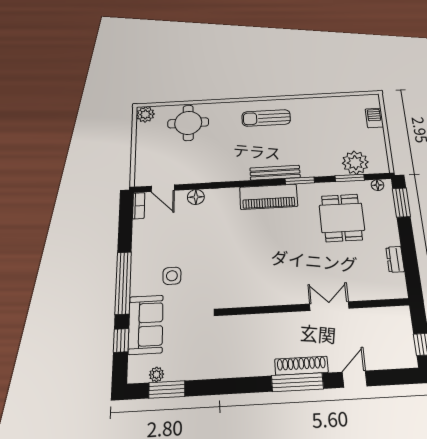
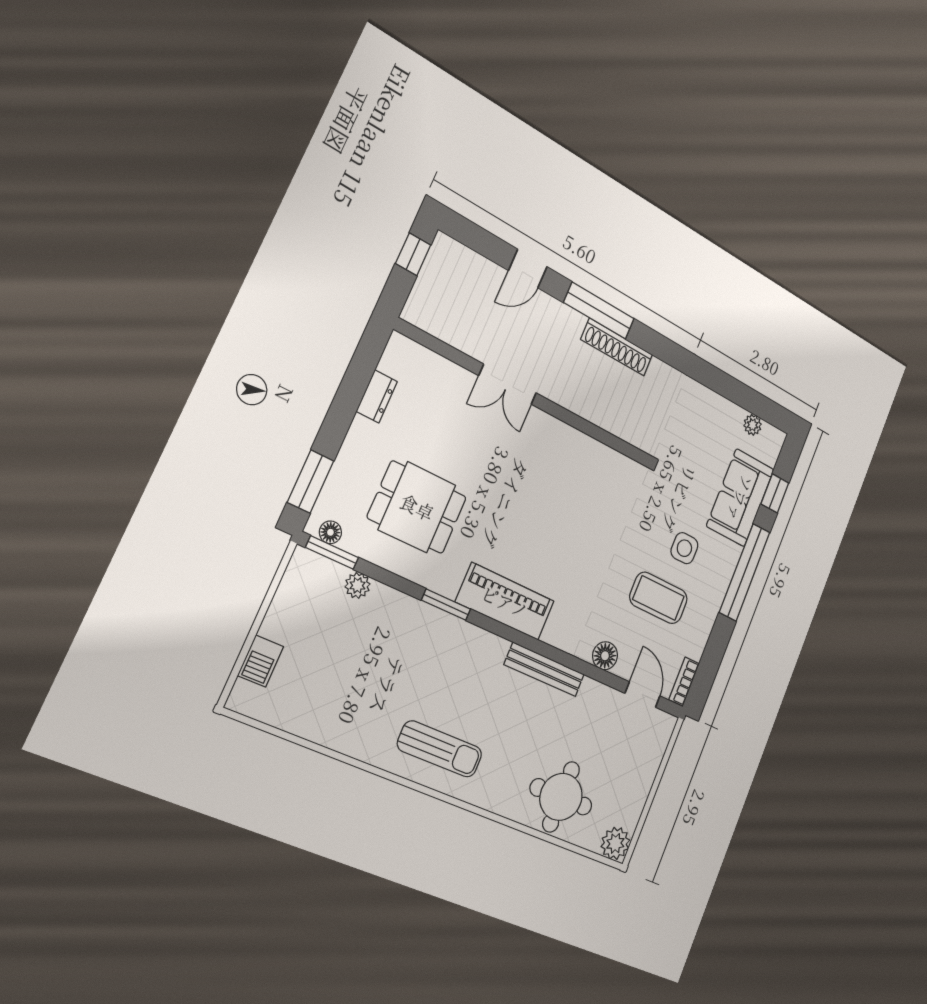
plant: (355, 163) -> (357, 585), width x0.53, depth x0.53
bench: (275, 173) -> (544, 669), moved
window: (350, 178) -> (332, 552), moved
dining table: (342, 218) -> (417, 507), turned 90
coffee table: (176, 241) -> (659, 598), added
shoe rack: (301, 366) -> (617, 347), moved
window: (167, 389) -> (749, 399), removed

